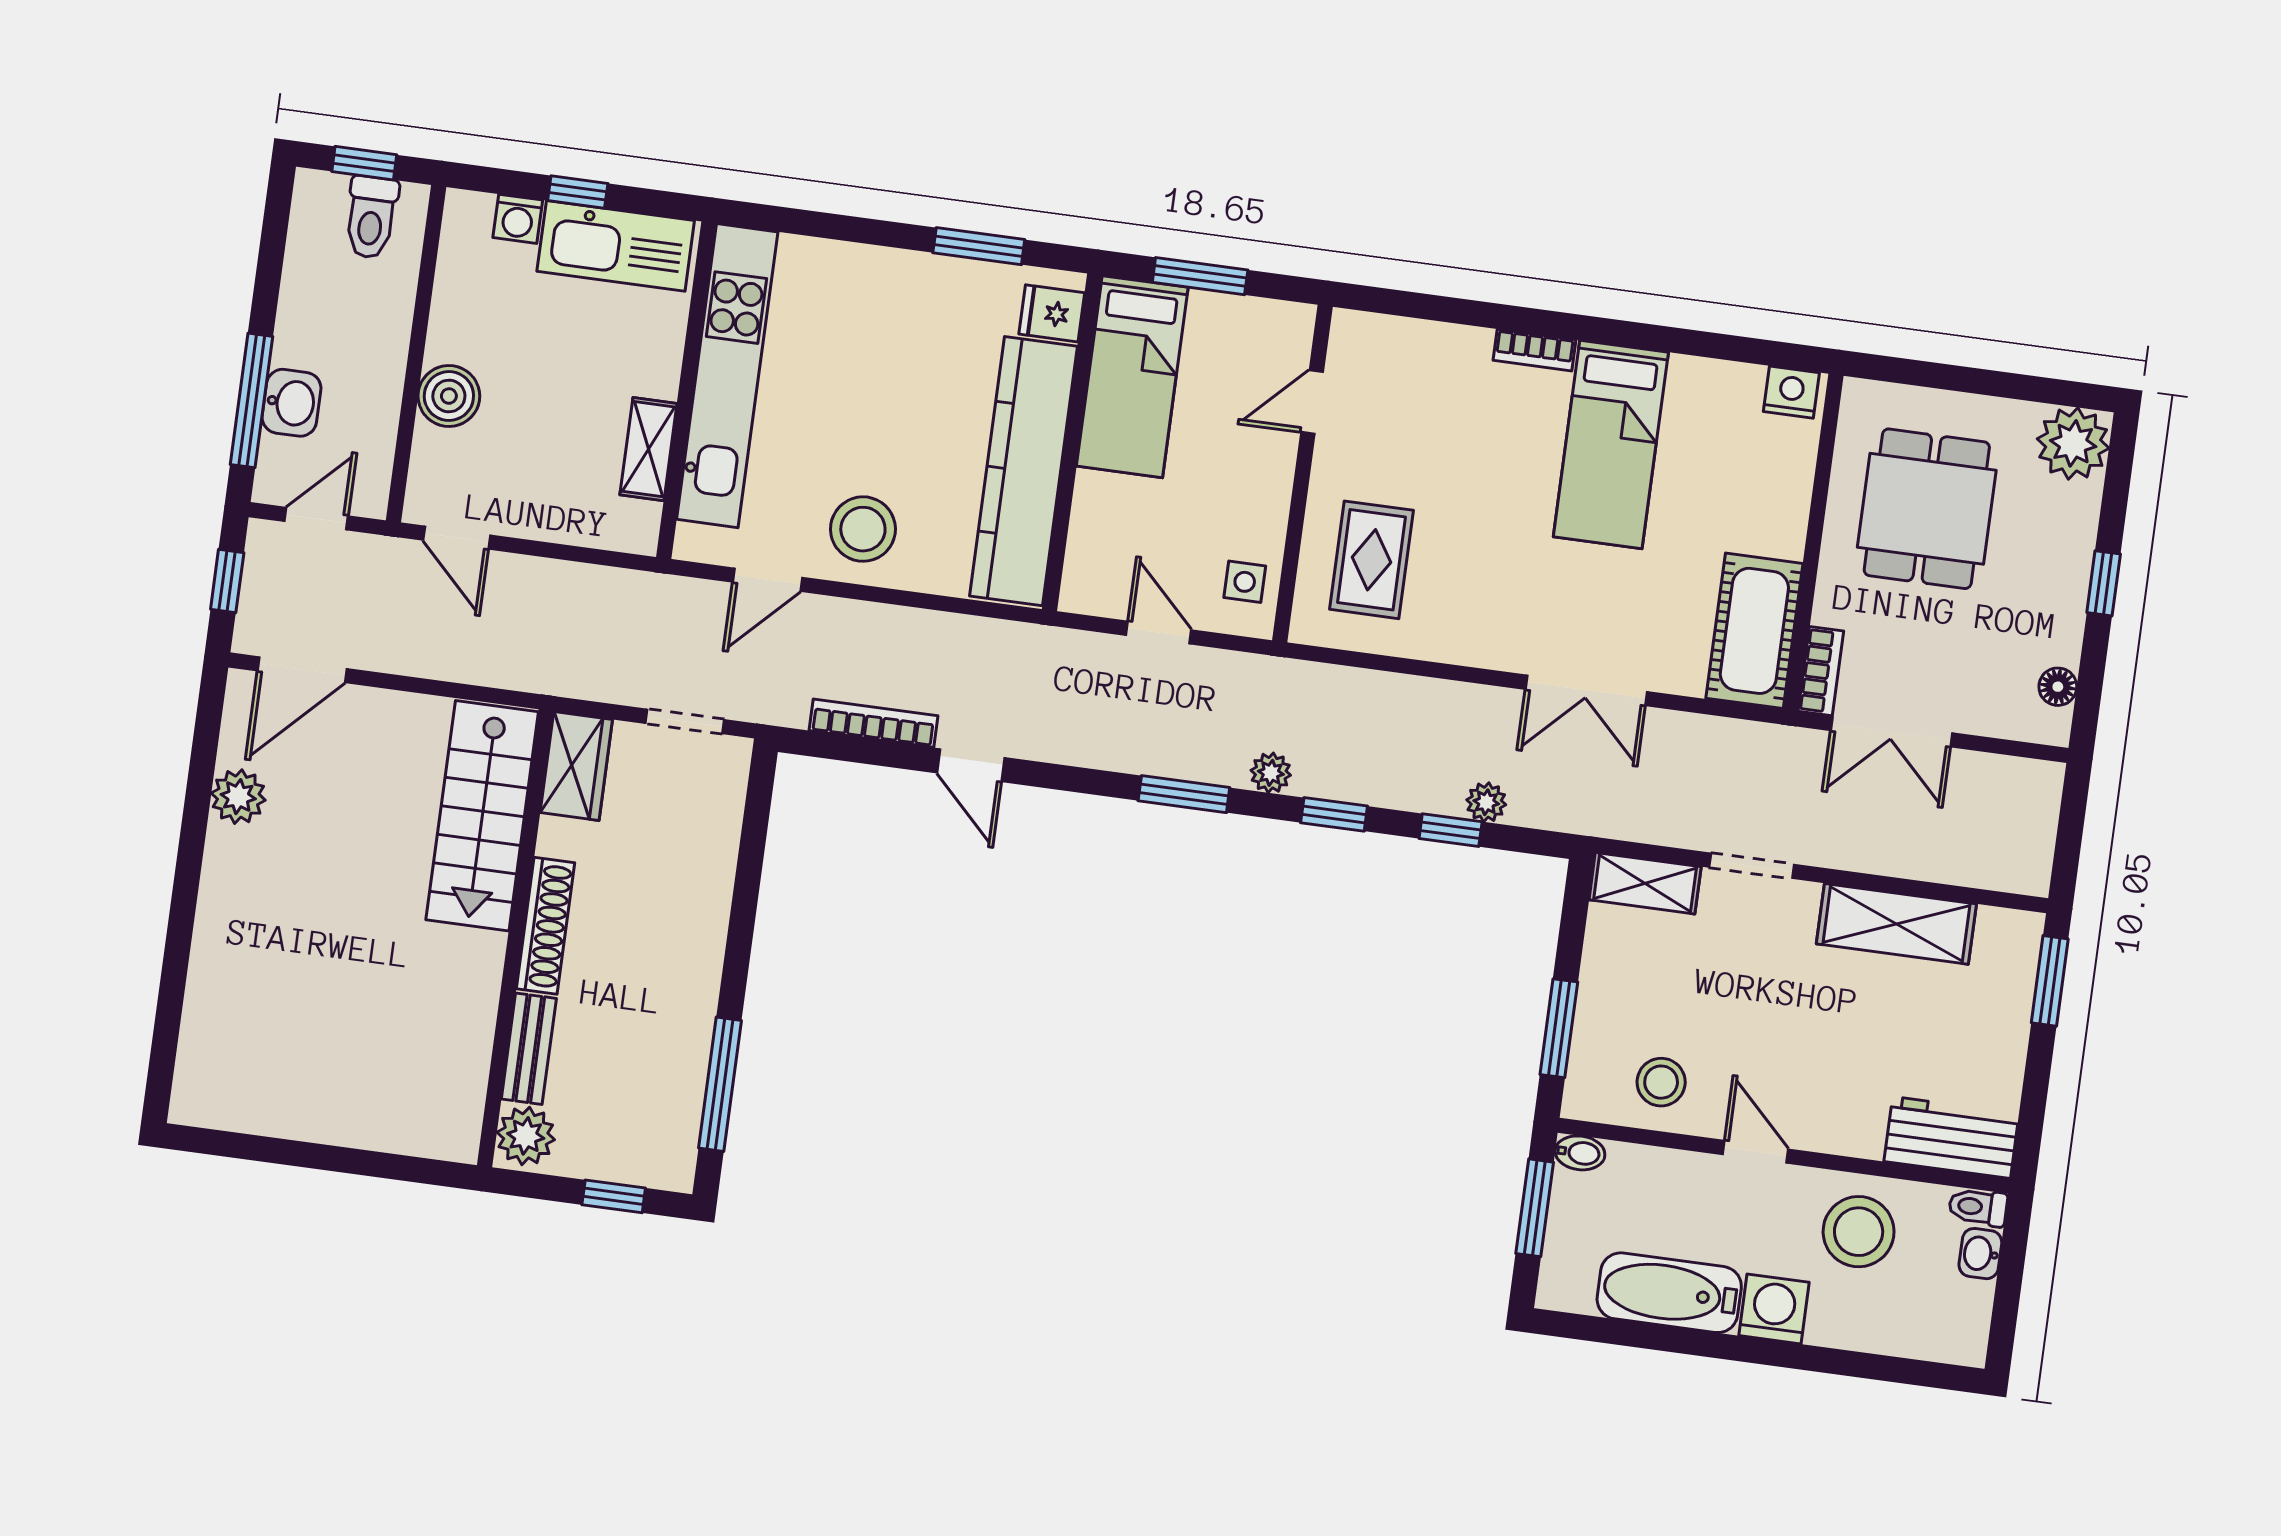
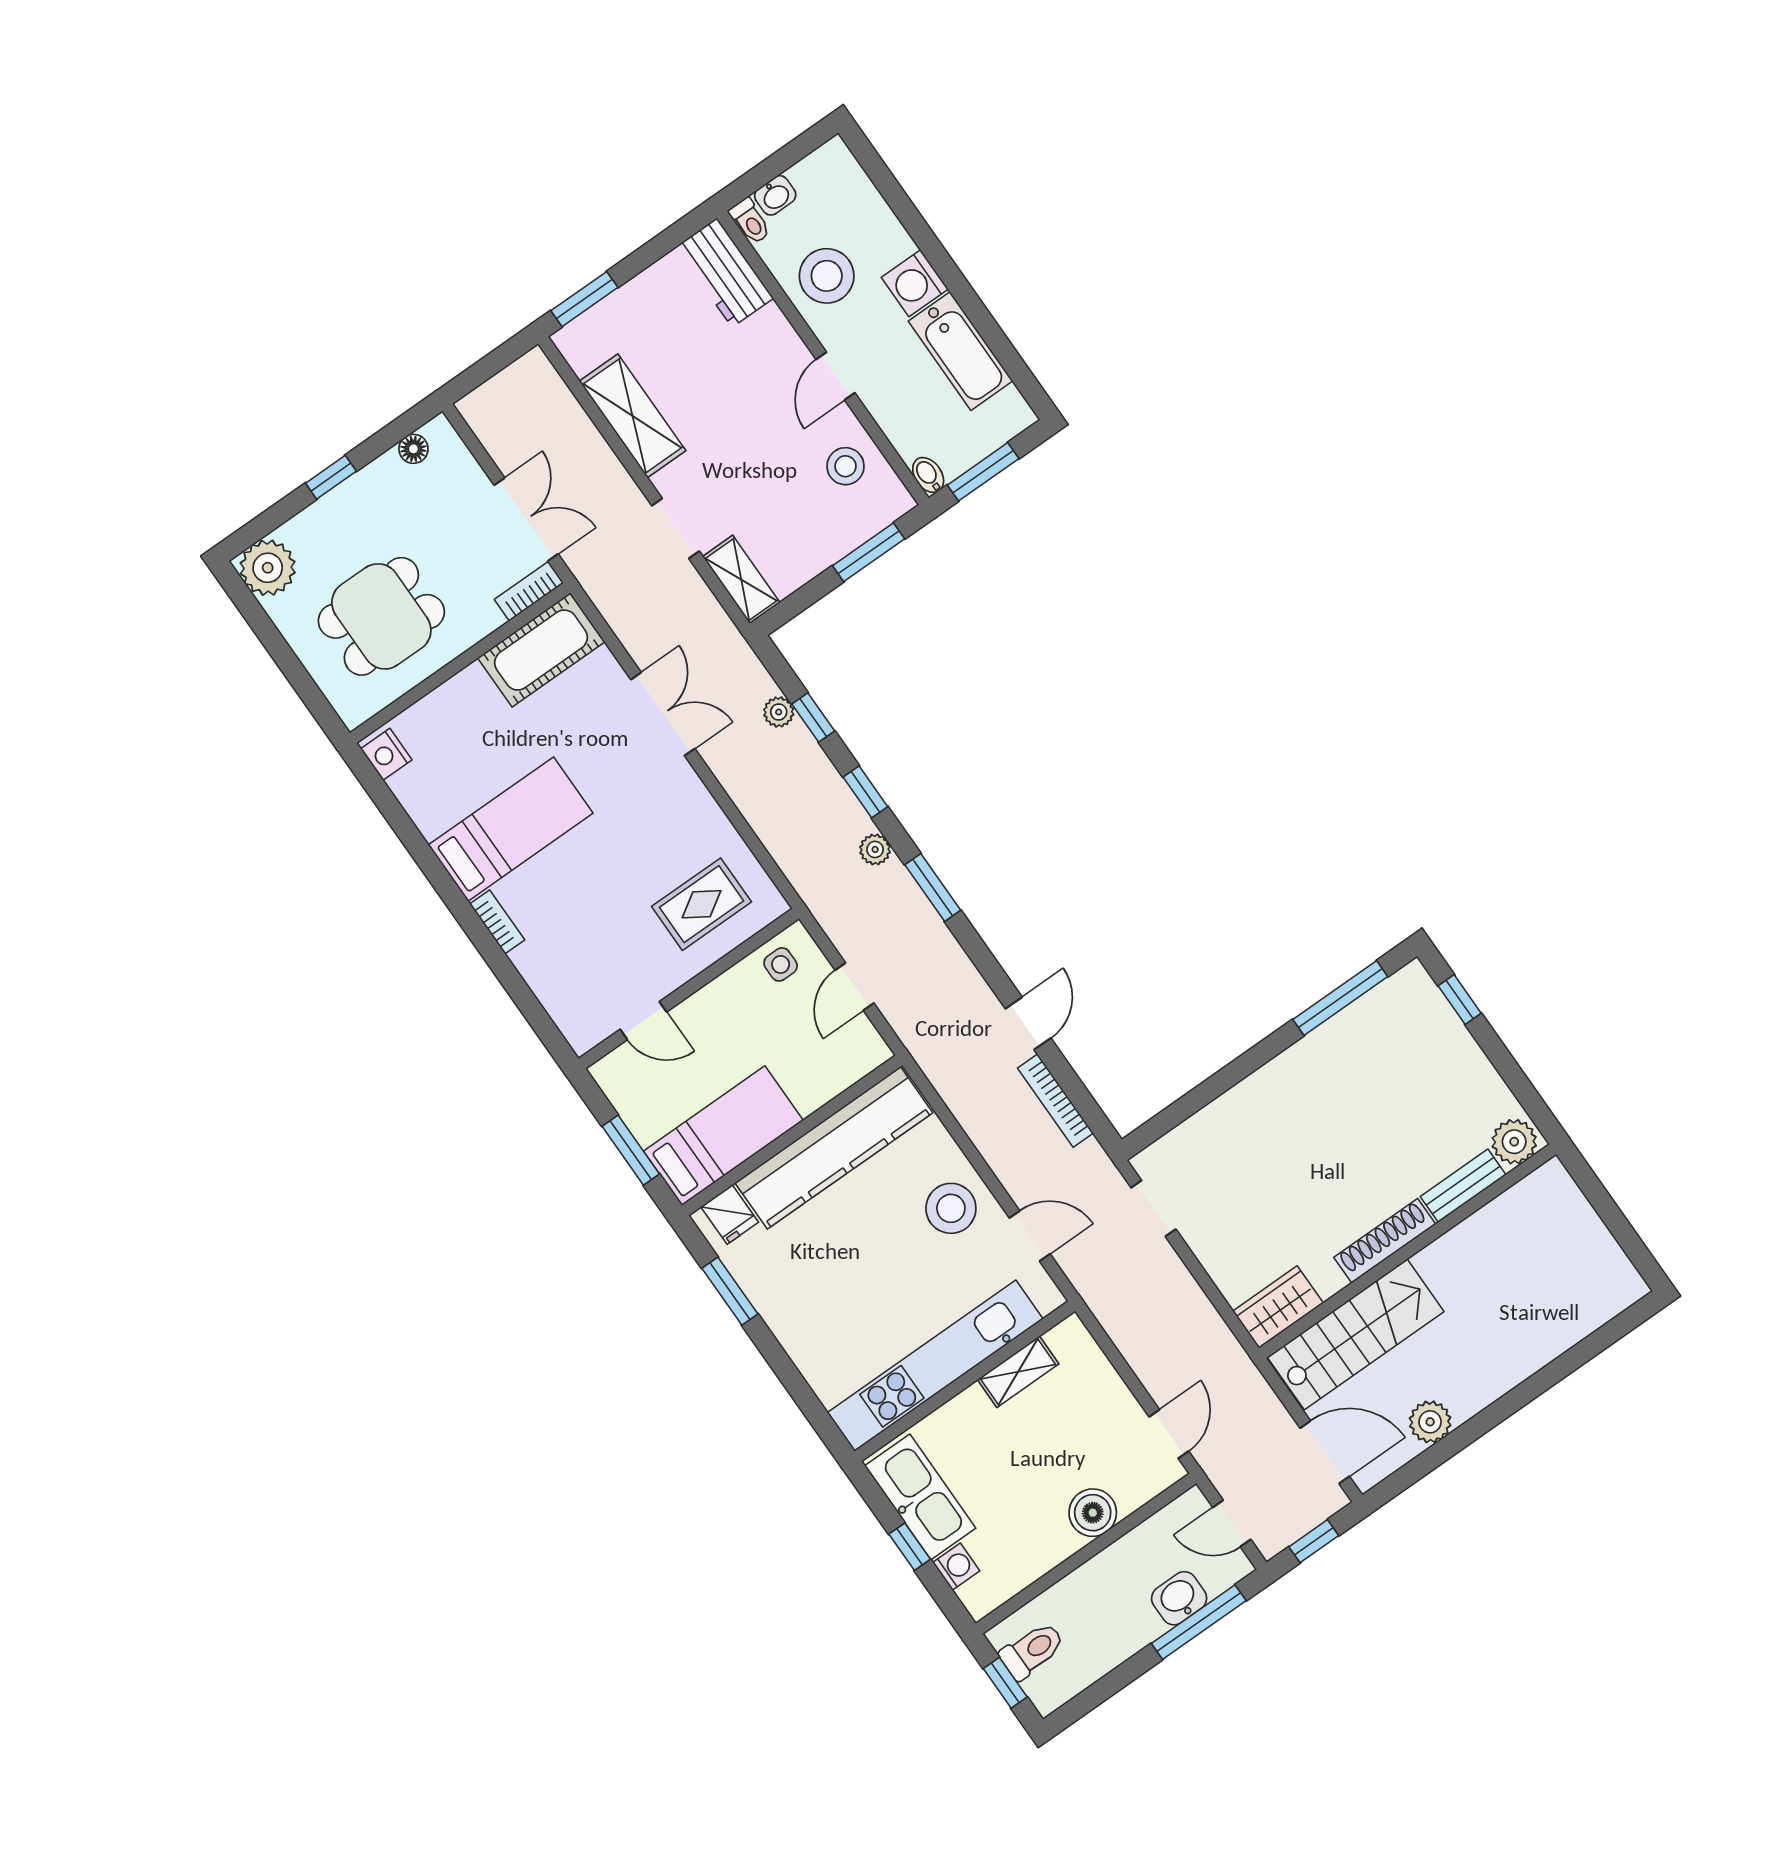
wardrobe: (576, 766) -> (1278, 1307), moved
stairs: (482, 816) -> (1356, 1334), moved
shoe rack: (545, 926) -> (1385, 1241), moved
wall: (515, 938) -> (1408, 1251), moved
bench: (529, 1049) -> (1463, 1186), moved
plant: (526, 1136) -> (1514, 1142), moved

